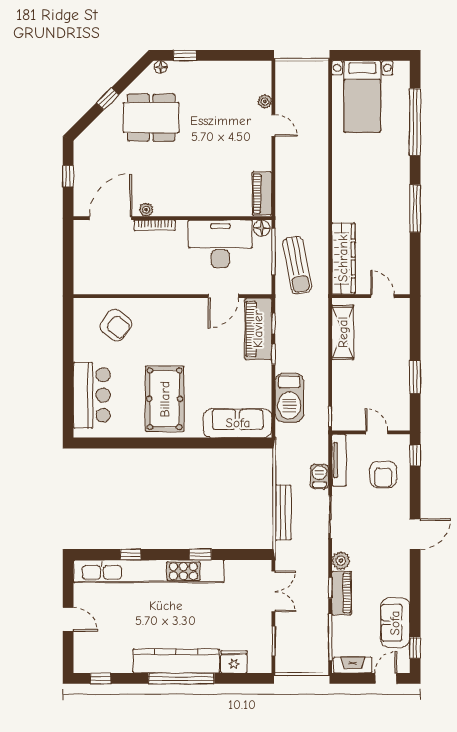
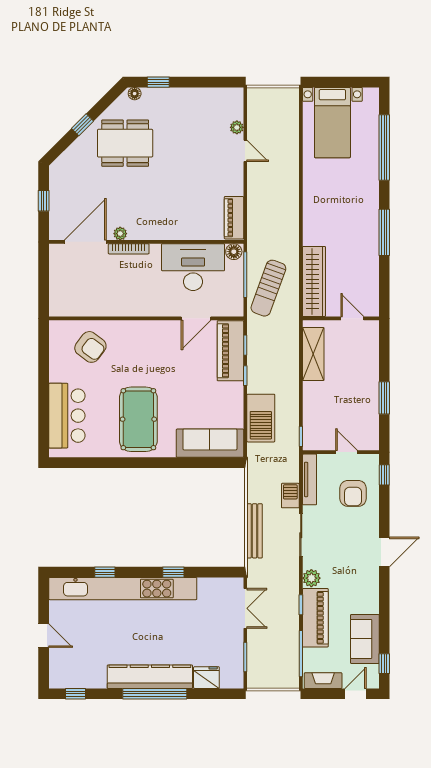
sun lounger: (297, 265) -> (268, 288), turned 31
piano: (342, 593) -> (315, 618), width x1.37, depth x1.33

